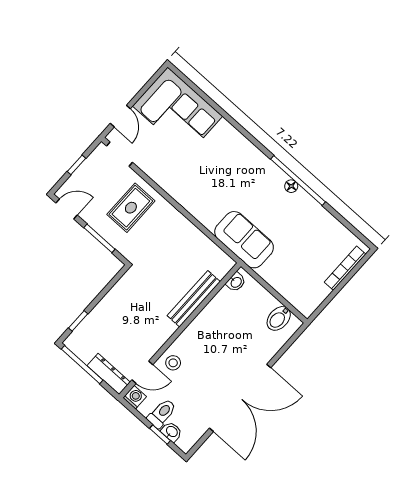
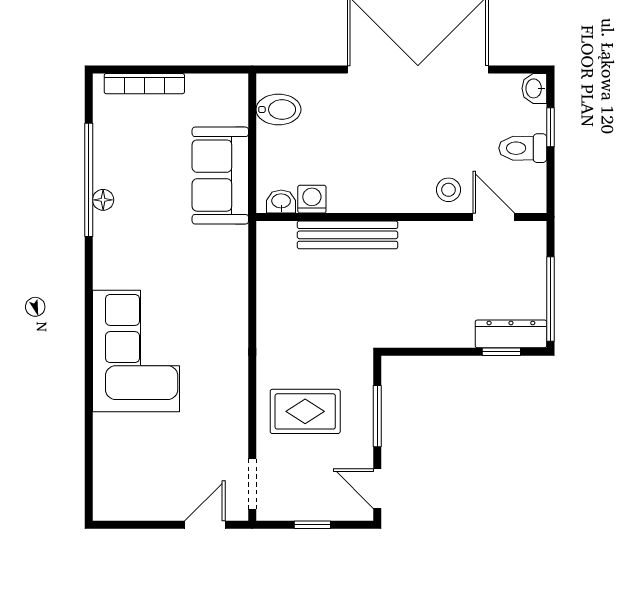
corner sofa: (178, 111) -> (136, 351), moved
window: (298, 180) -> (89, 180), moved
floor lamp: (291, 186) -> (103, 200), moved
sofa: (244, 240) -> (220, 176), moved
dresser: (109, 374) -> (511, 334), moved, turned 90
washing machine: (135, 397) -> (312, 199), moved, turned 90
washbasin: (172, 432) -> (534, 88), moved

